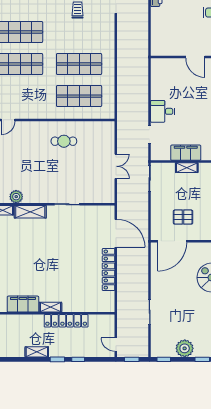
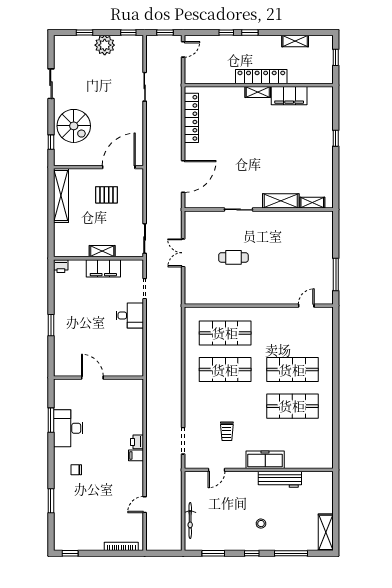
cafe table: (64, 141) -> (233, 257), moved
plant: (16, 197) -> (297, 218), removed
door: (116, 233) -> (183, 176), swing flipped
locker: (109, 270) -> (191, 118), moved
locker: (66, 321) -> (261, 77), moved
door: (116, 345) -> (183, 49), hinge flipped
shelving: (37, 352) -> (295, 41), moved

